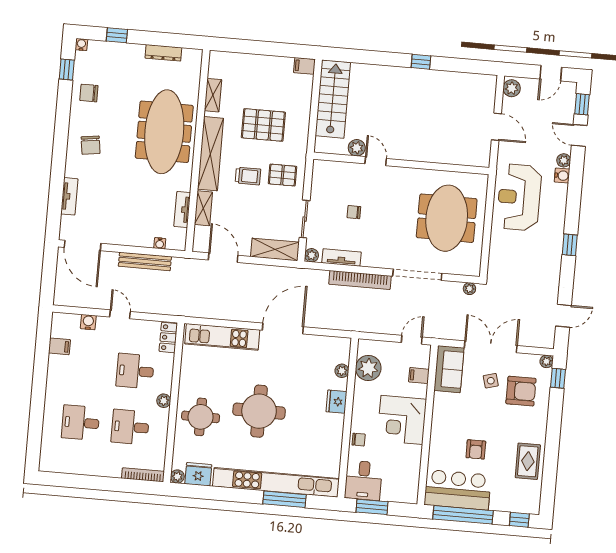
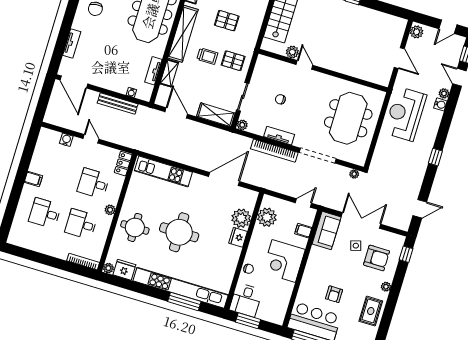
pallet: (263, 125) -> (227, 21), width x0.67, depth x0.71
tv unit: (342, 257) -> (279, 136), moved
door: (283, 329) -> (224, 179), moved
filing cabinet: (59, 346) -> (33, 179), moved
plant: (546, 361) -> (386, 287), moved
plant: (342, 371) -> (241, 218), width x1.87, depth x1.87

